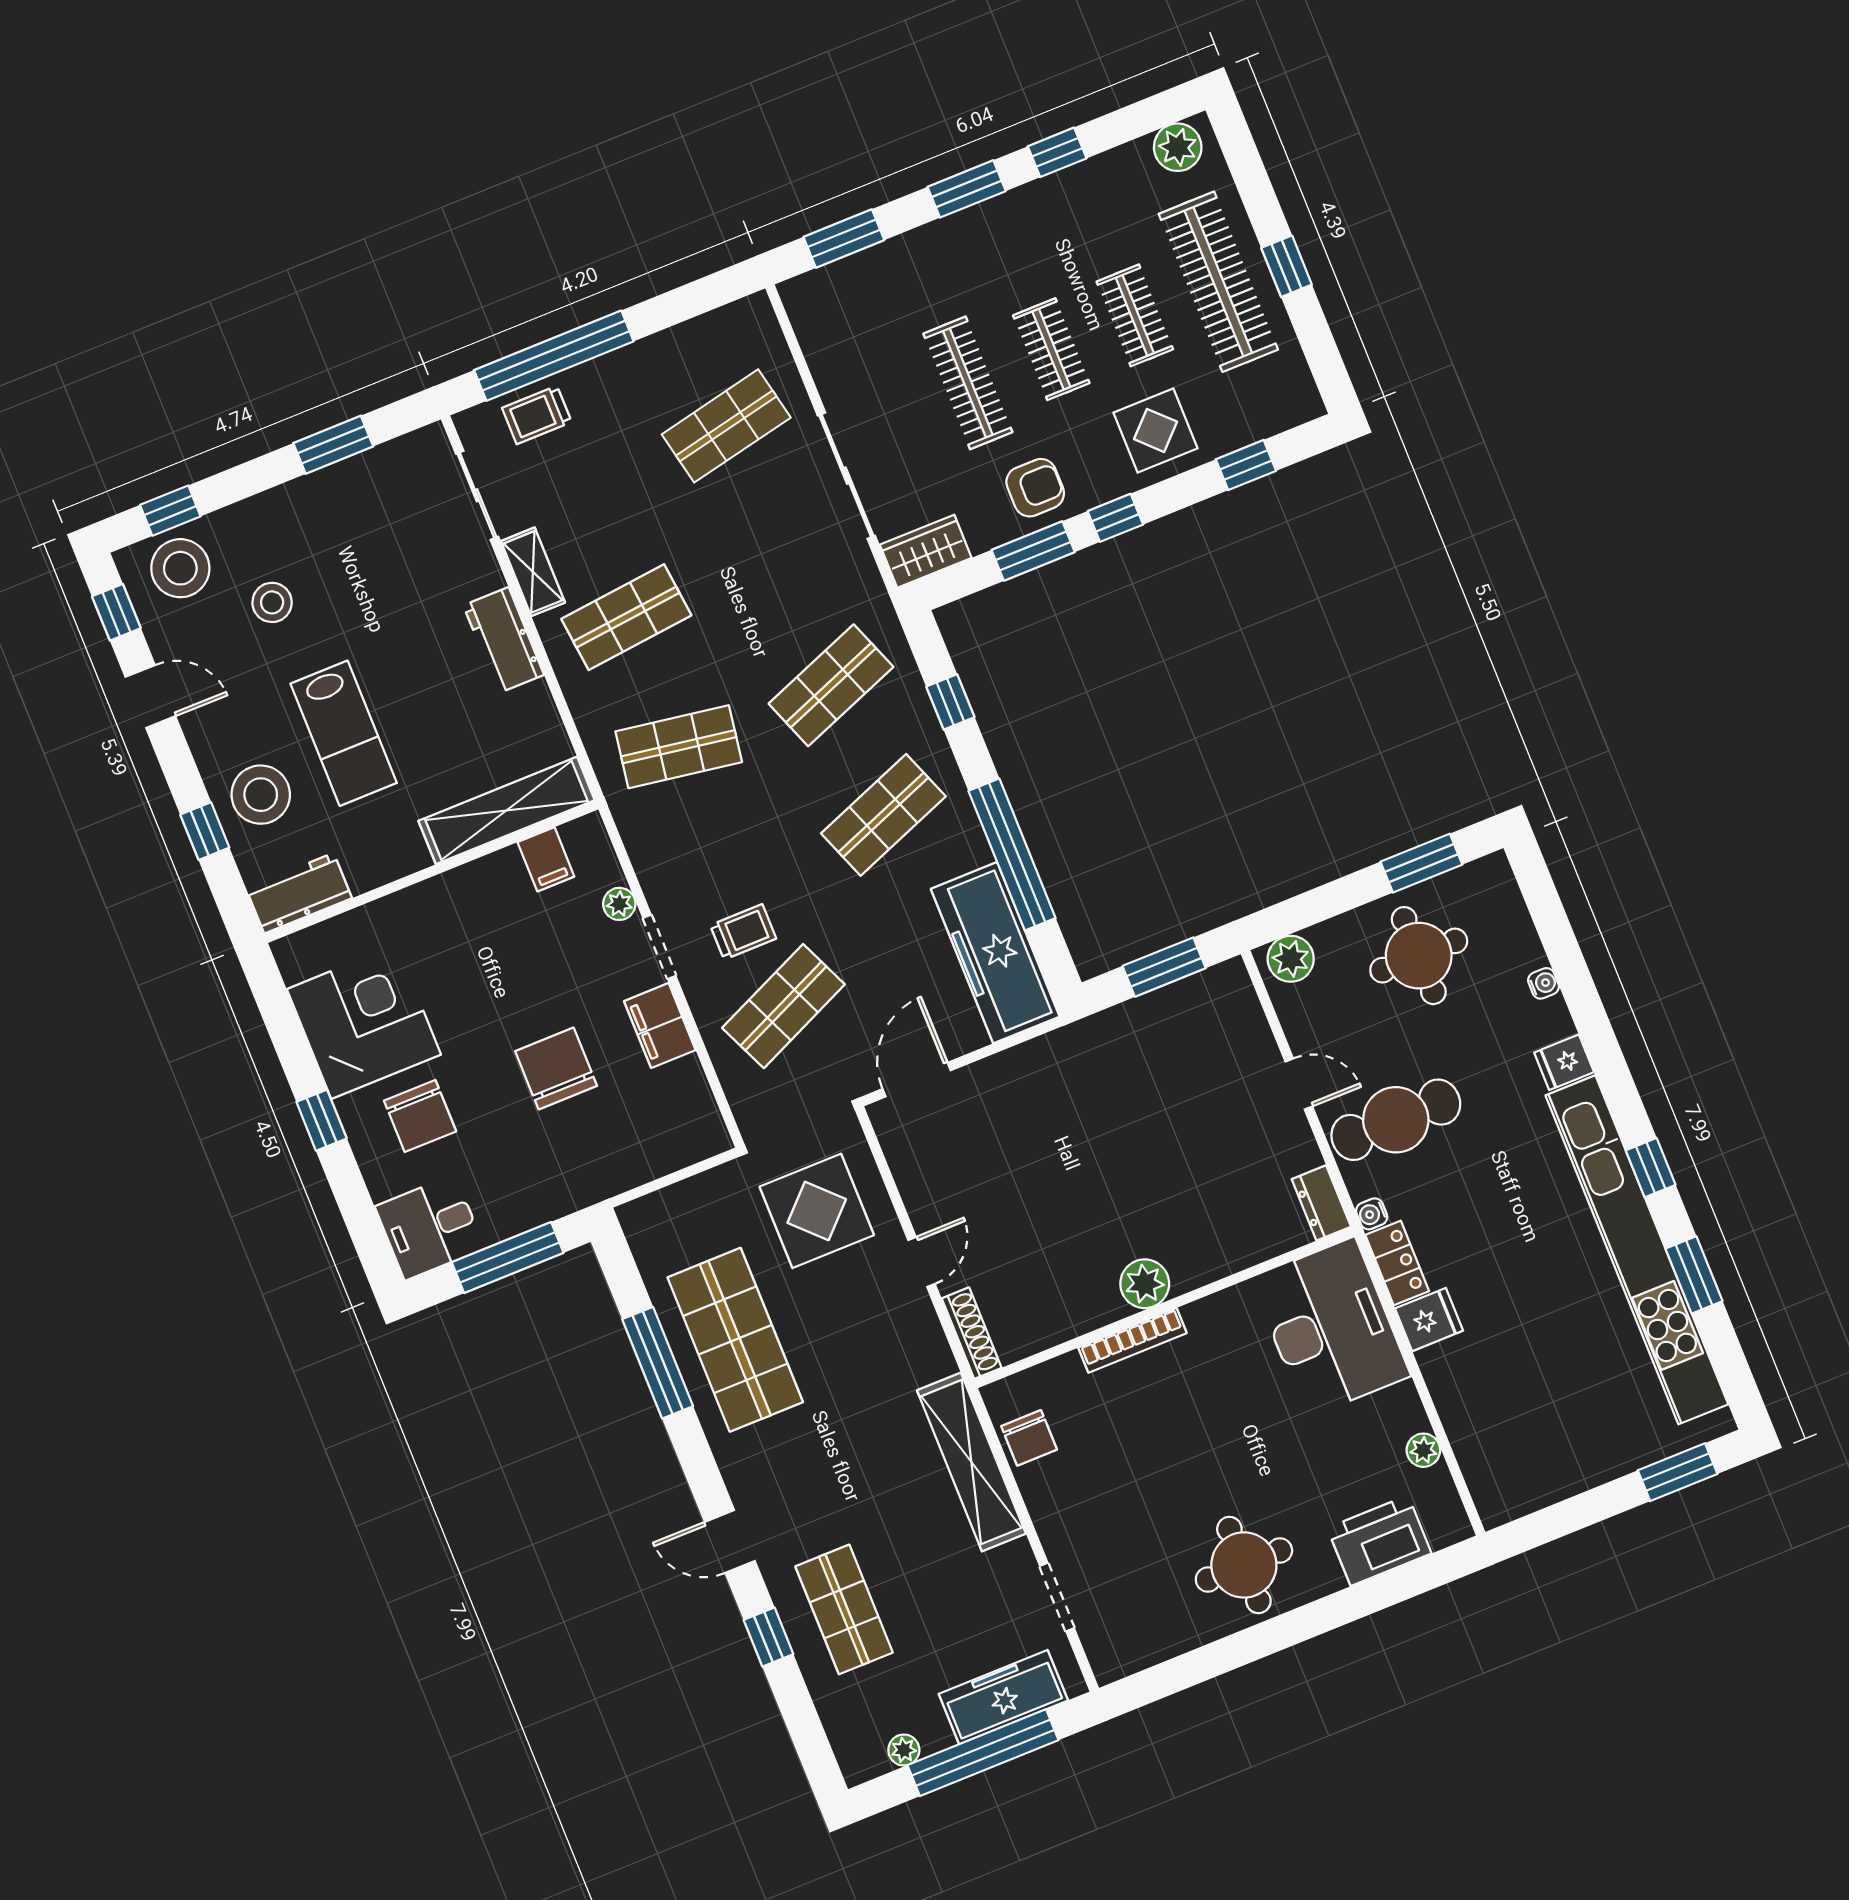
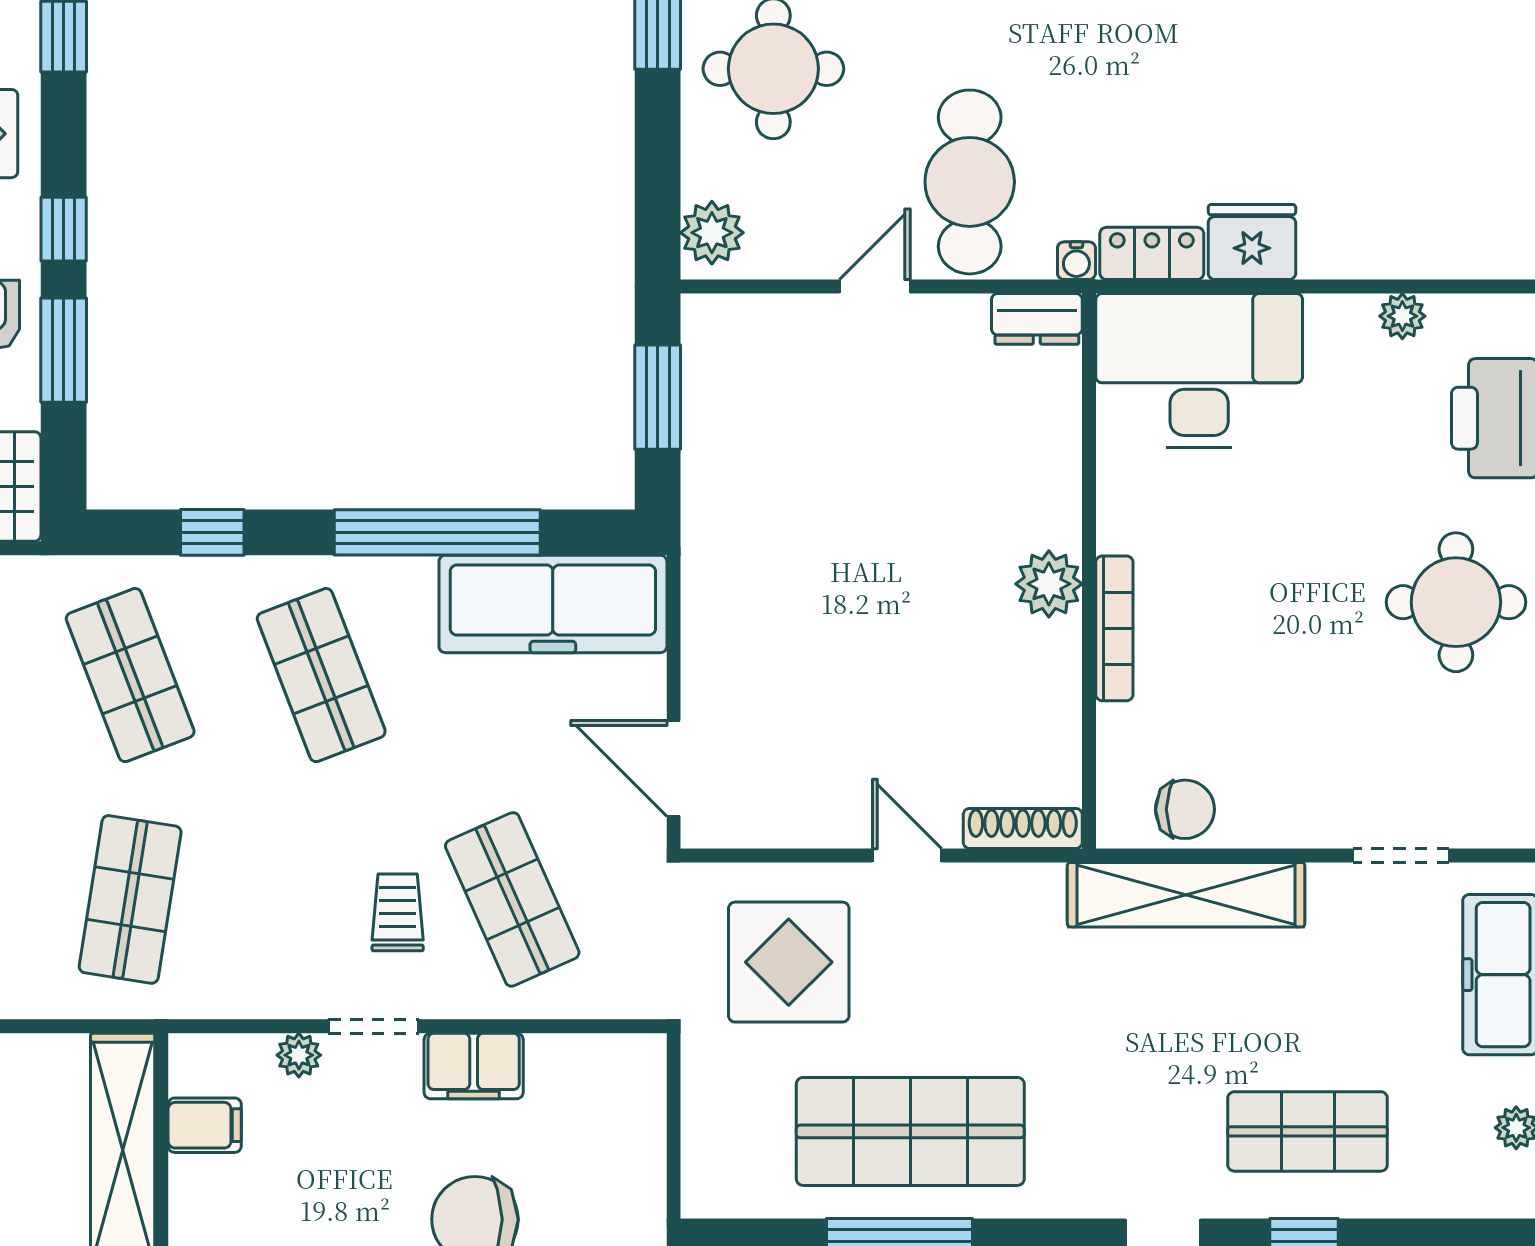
fridge: (1429, 1320) -> (1252, 242), width x1.38

